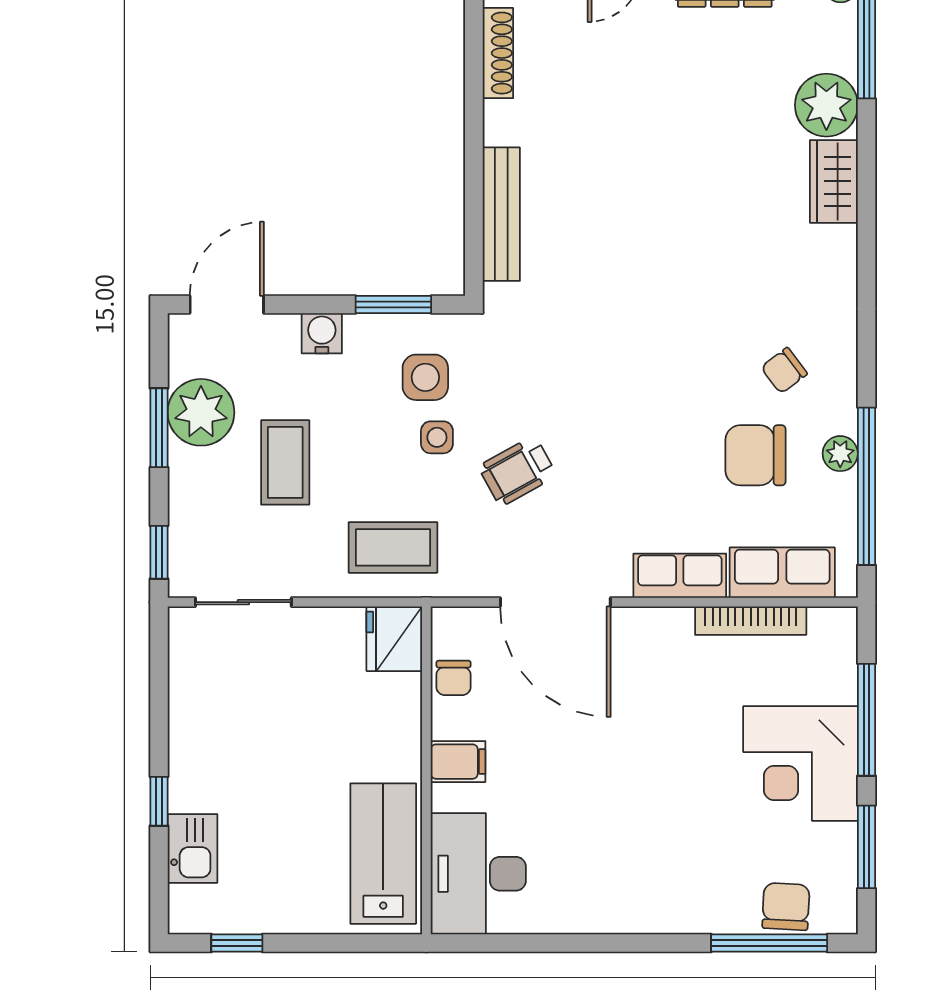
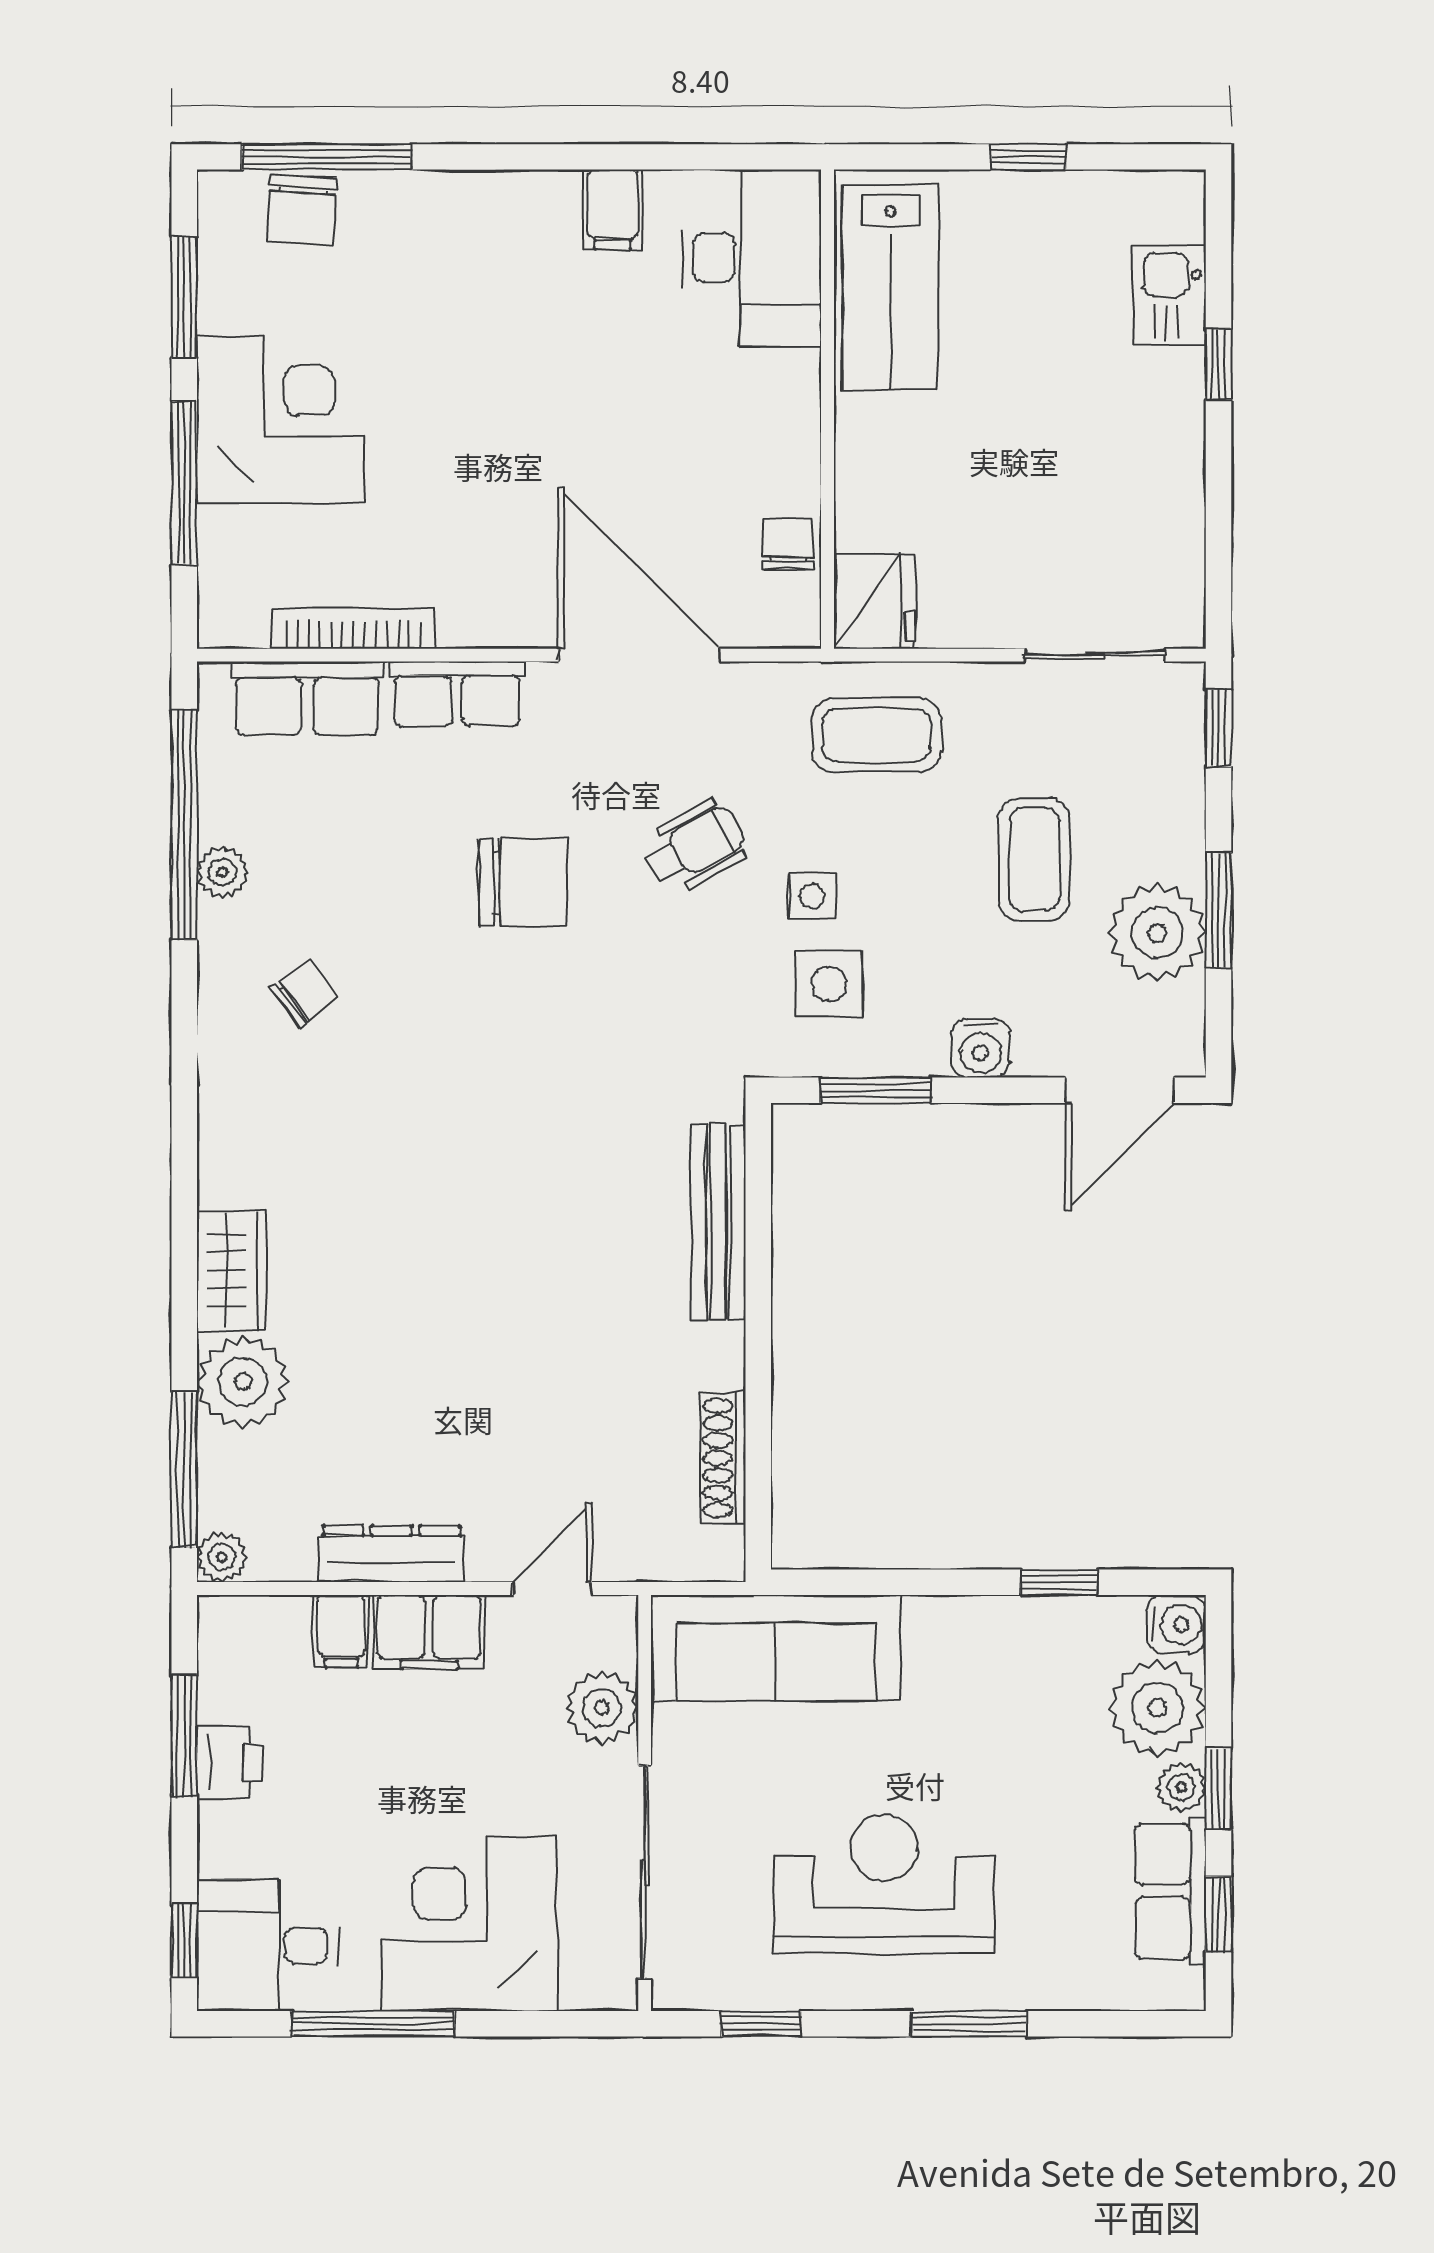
chair: (755, 455) -> (523, 882), moved
filing cabinet: (458, 762) -> (612, 209), moved, turned -90
window: (237, 943) -> (1028, 157), moved

